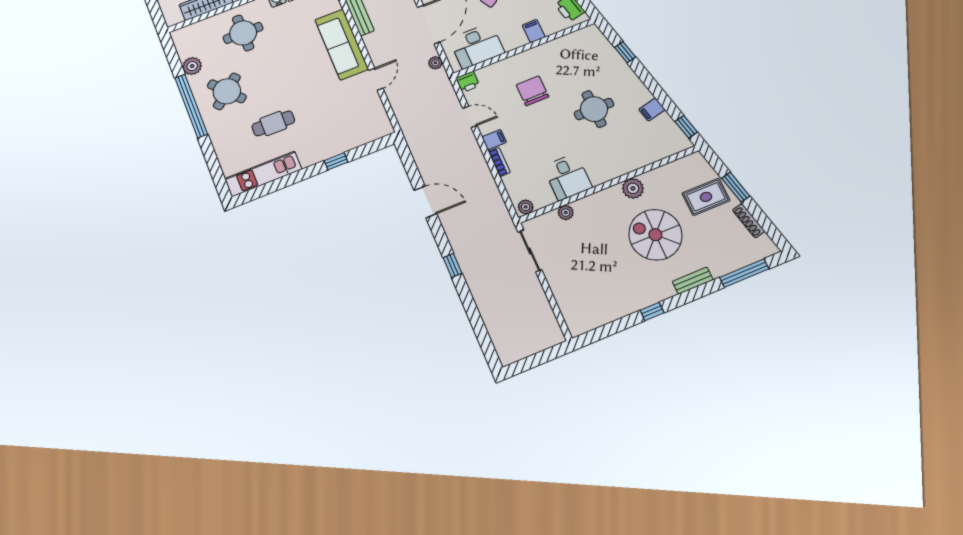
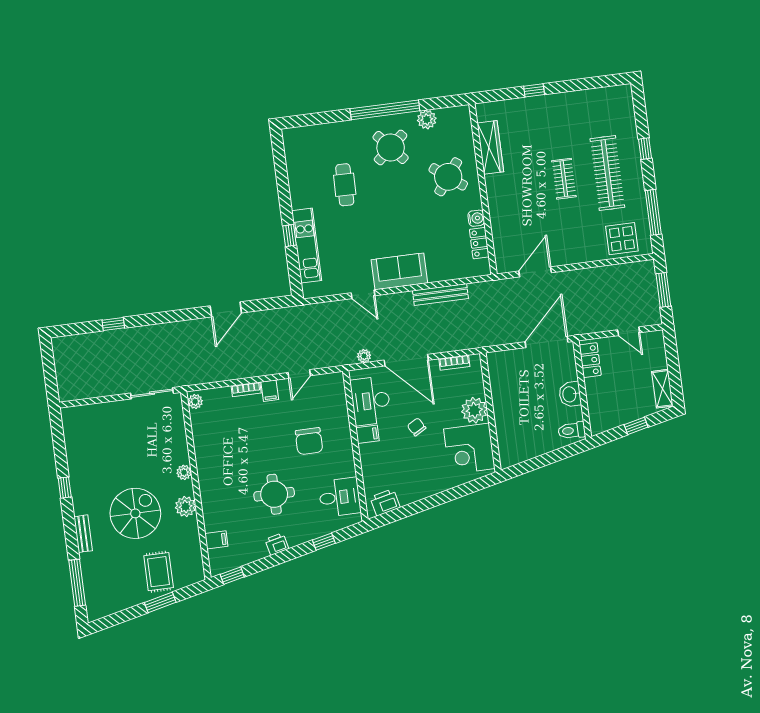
filing cabinet: (534, 31) -> (367, 434), moved
round table: (243, 33) -> (448, 177), turned 37
sofa: (342, 44) -> (399, 271), width x0.73
printer: (468, 82) -> (277, 544), moved, turned 77
chair: (532, 91) -> (309, 441), turned 90
filing cabinet: (652, 109) -> (216, 540), moved, turned 103
kitchen unit: (263, 174) -> (307, 246), moved
desk: (567, 177) -> (340, 497), moved, turned 180
plant: (566, 213) -> (184, 472), moved
shoe rack: (749, 221) -> (125, 603), removed
window: (452, 265) -> (113, 324), moved

